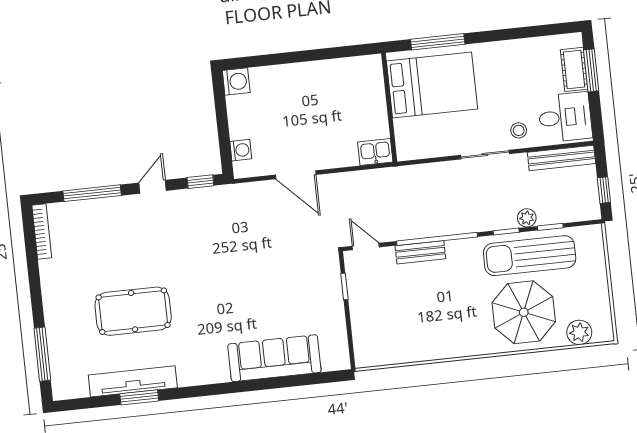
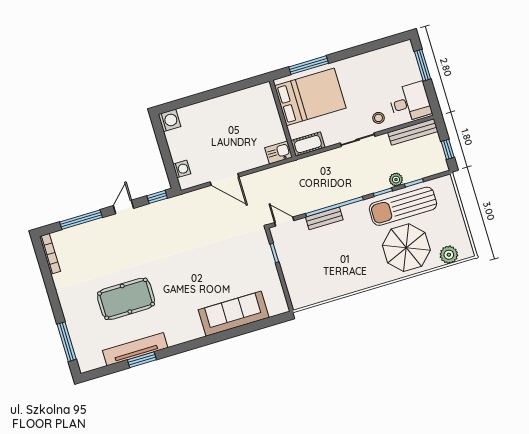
cot: (574, 69) -> (308, 144), moved, turned 90

